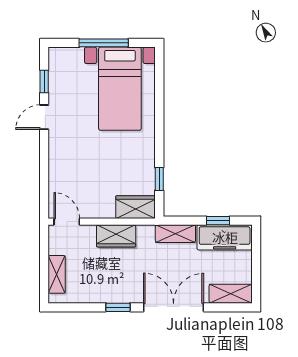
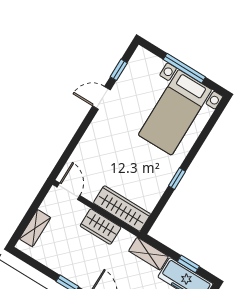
window: (159, 179) -> (177, 179), moved
wardrobe: (135, 207) -> (122, 208), width x1.50

